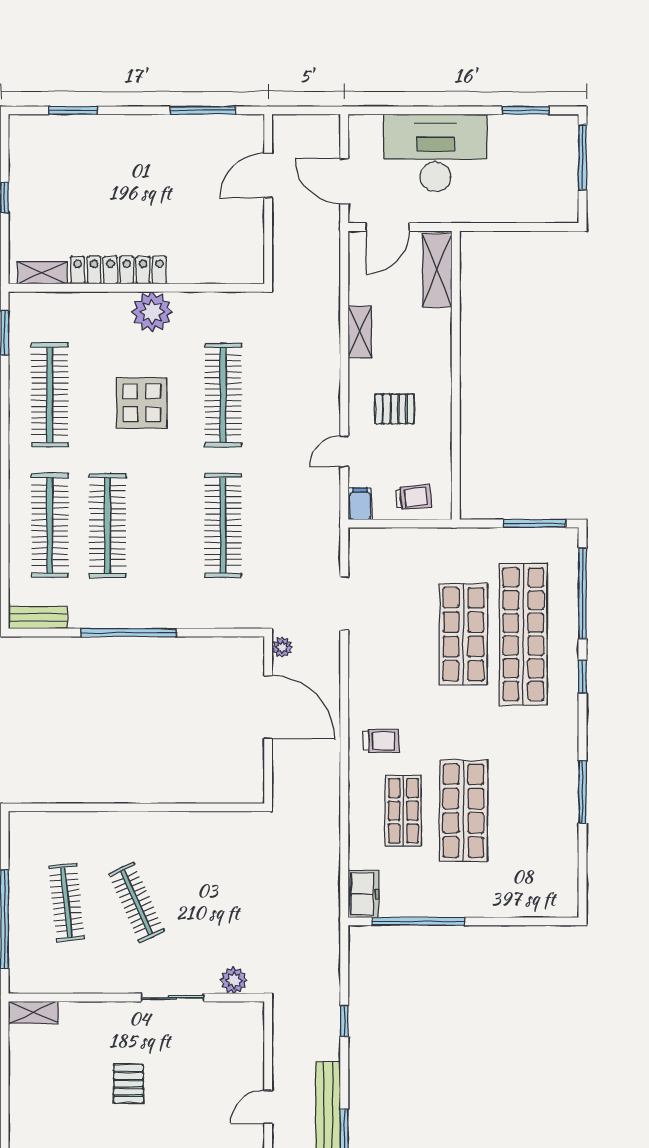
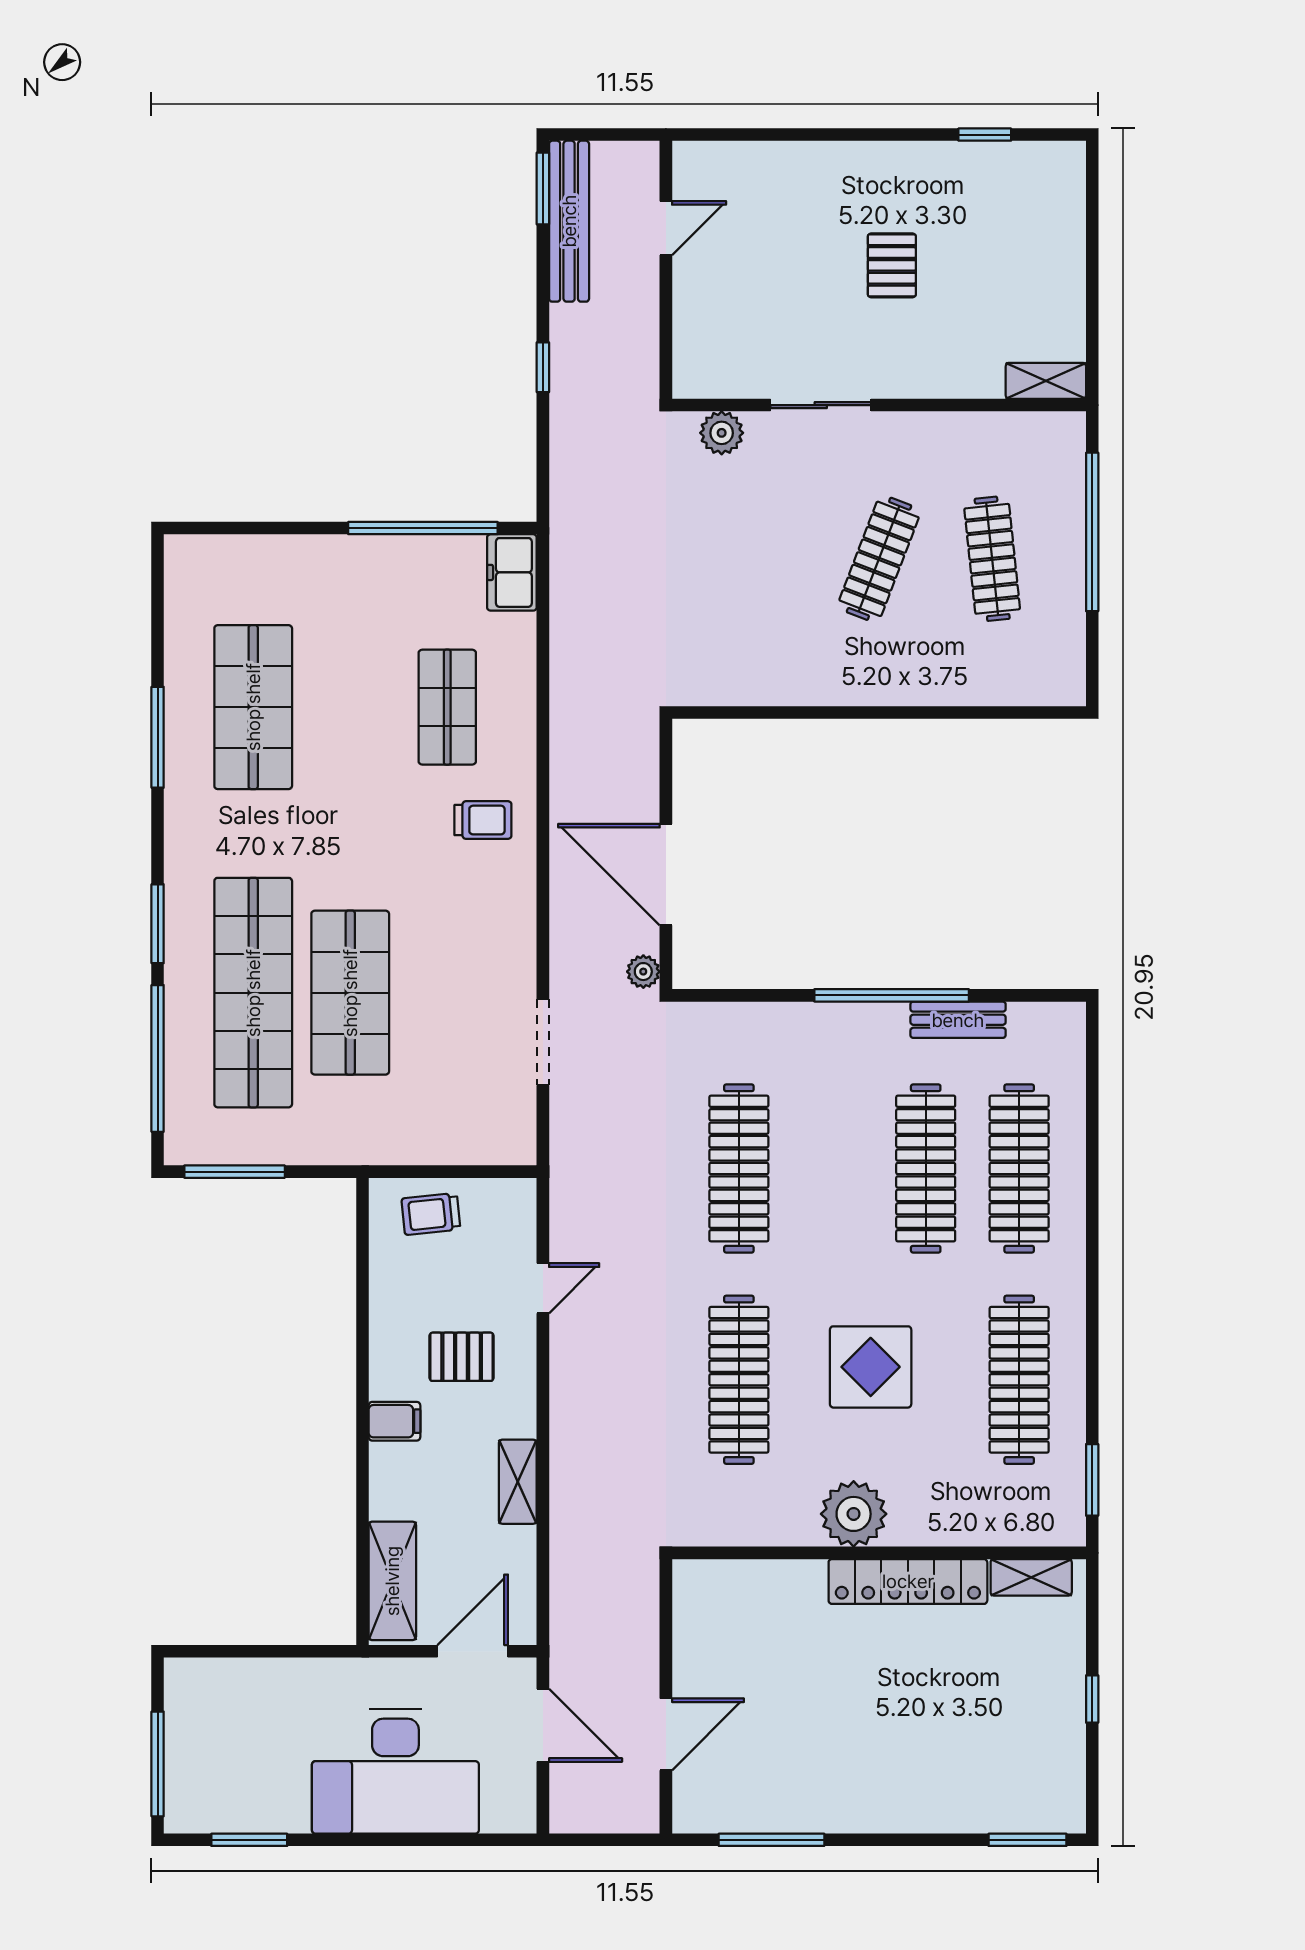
window: (73, 110) -> (1027, 1840), moved
filing cabinet: (360, 504) -> (394, 1421), moved, turned -90
bench: (38, 617) -> (958, 1020), moved
window: (582, 677) -> (158, 924), width x1.50
trolley: (381, 741) -> (483, 820), turned 180
shop shelf: (463, 811) -> (253, 707), moved
clothes rail: (136, 902) -> (879, 559), turned 45

